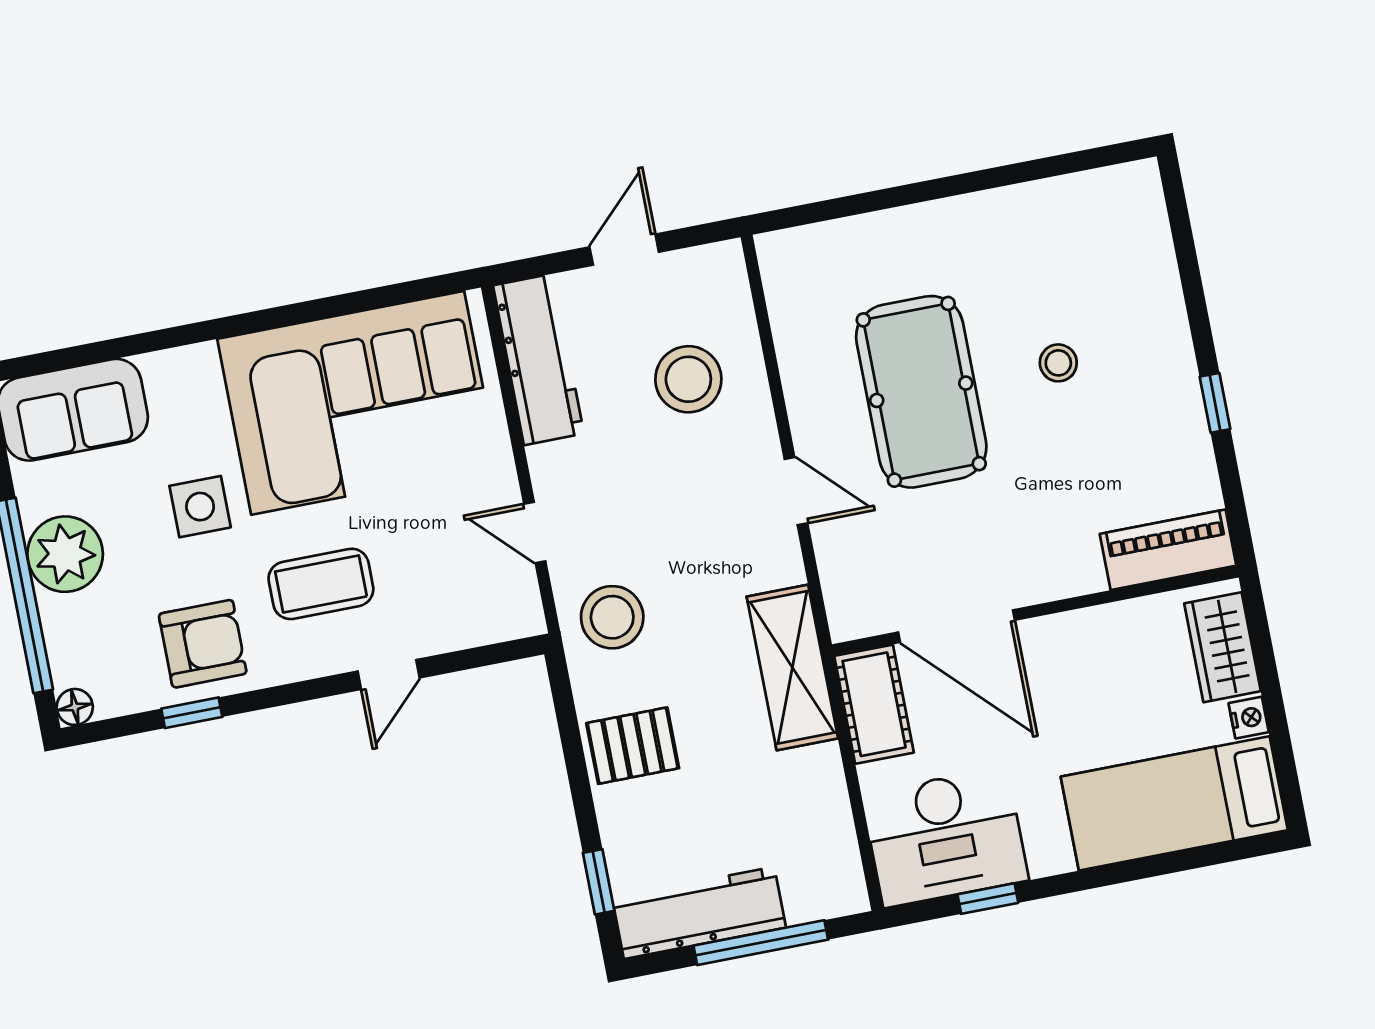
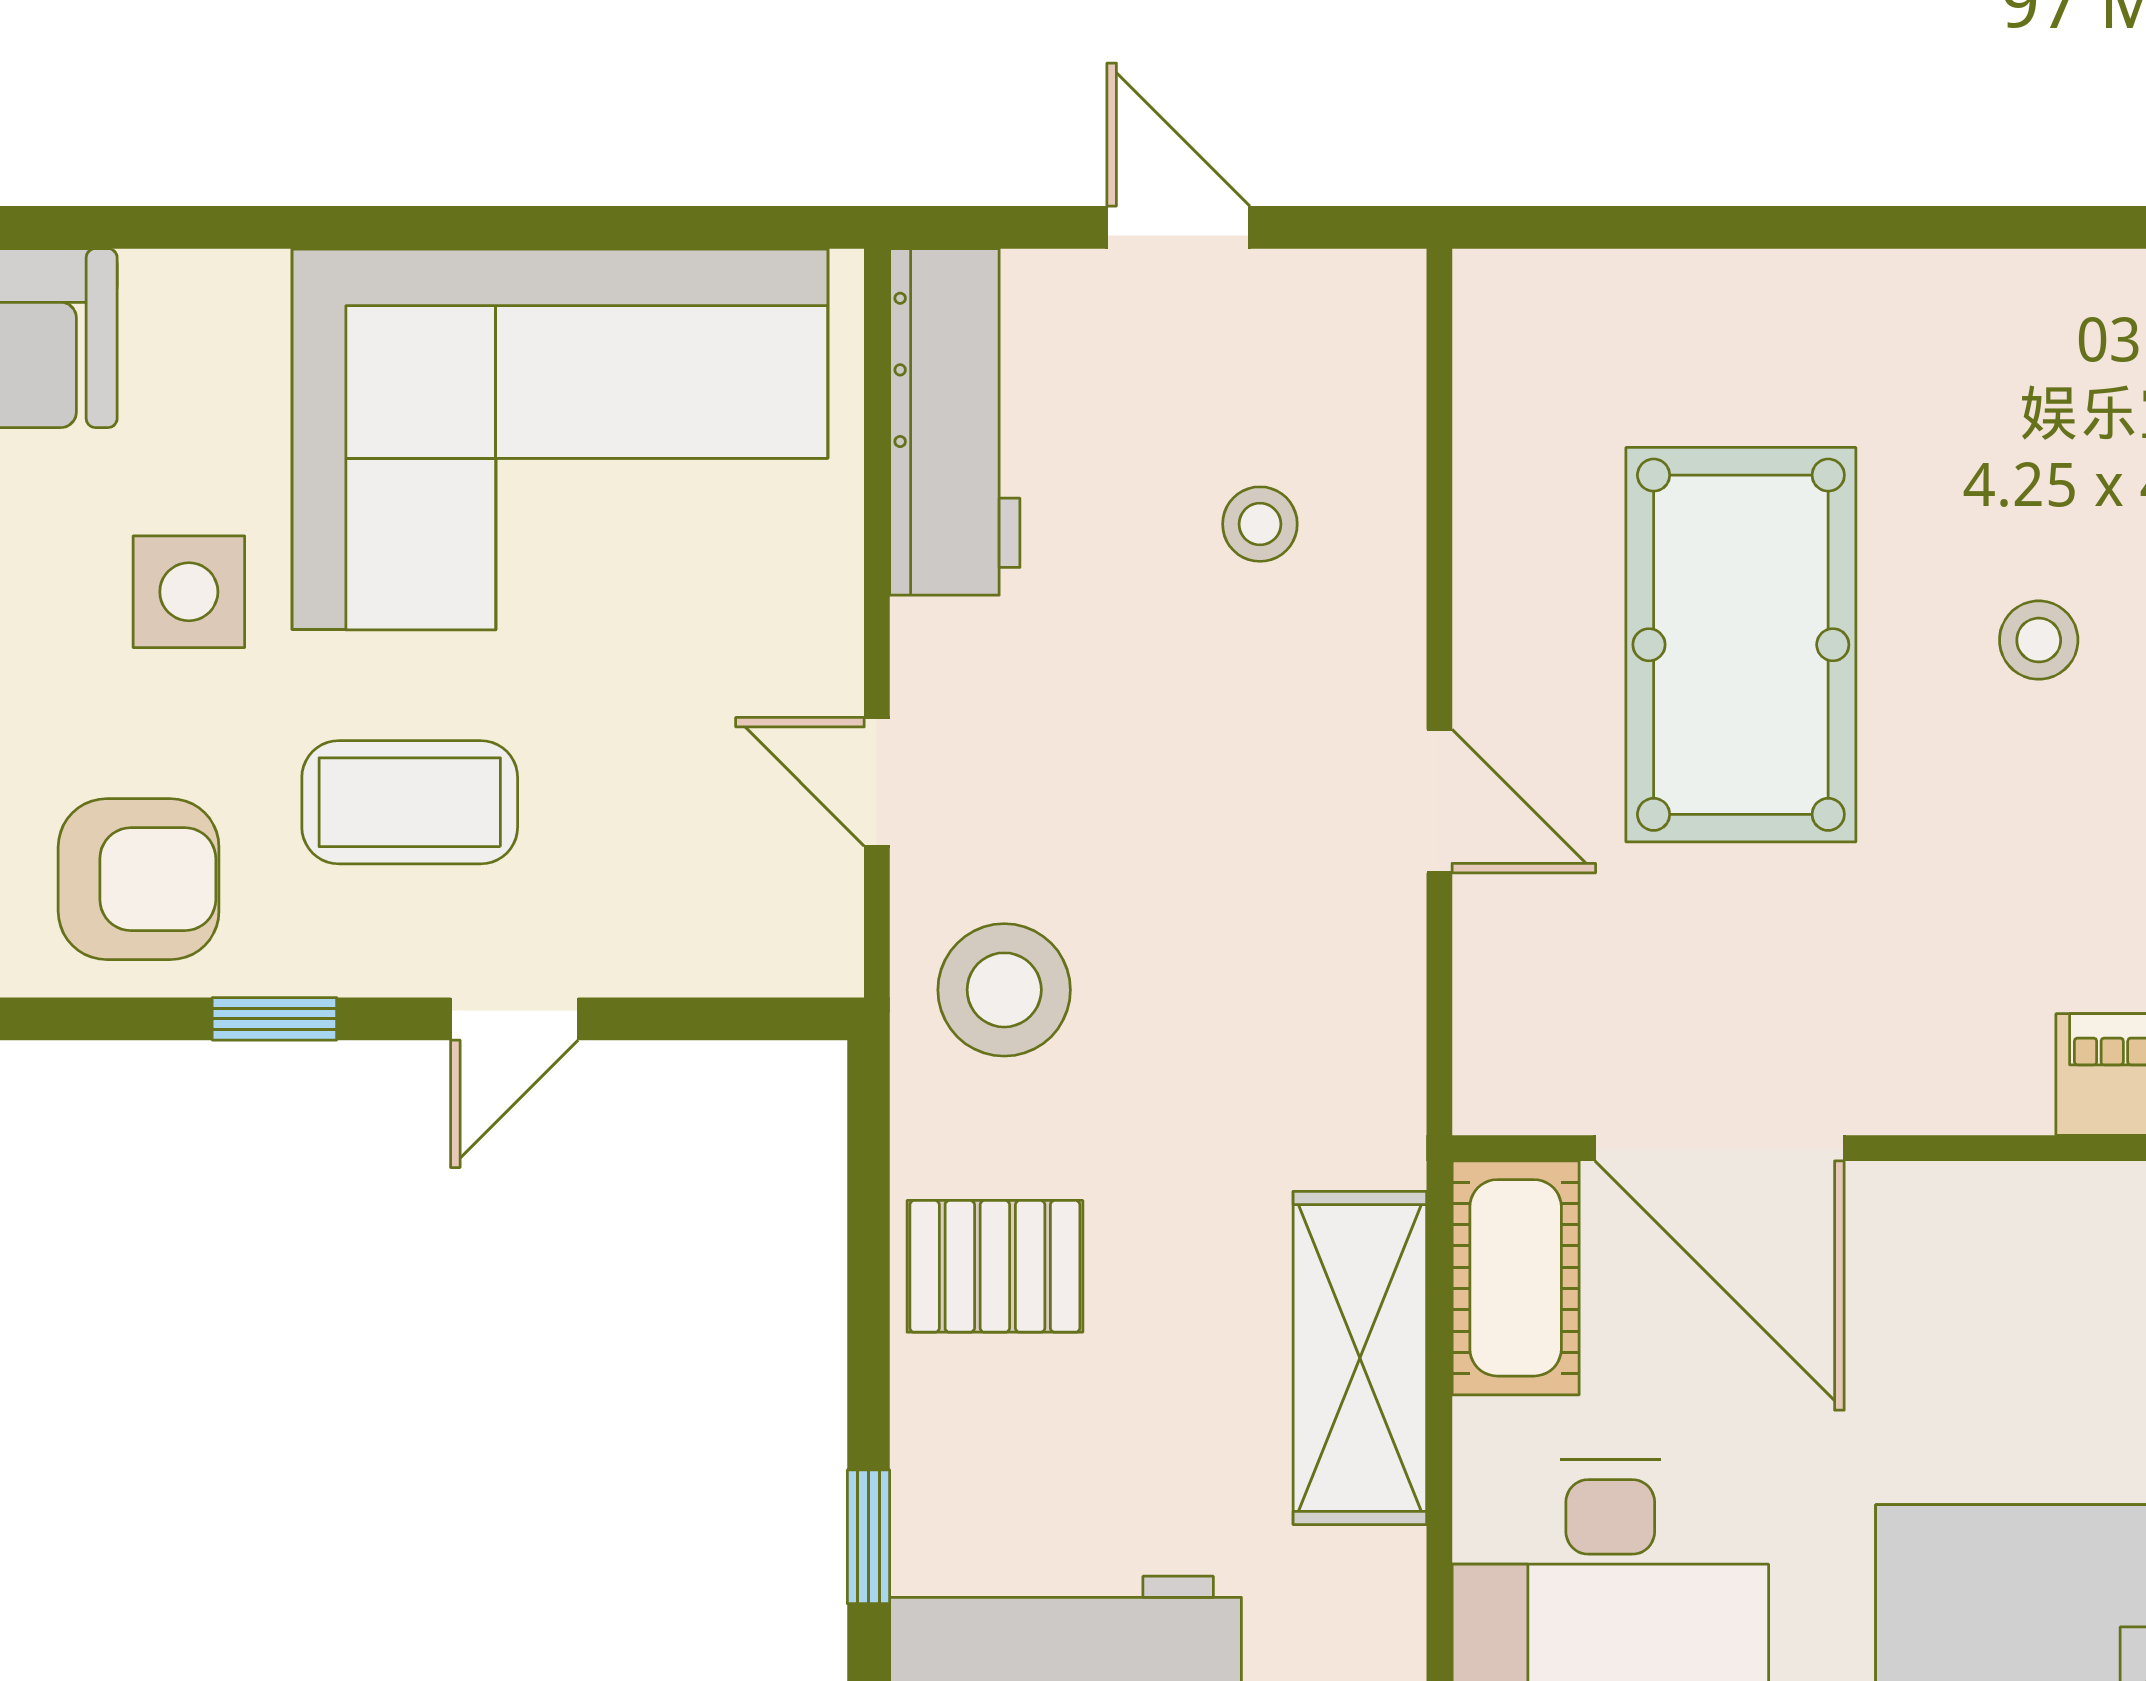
door: (624, 250) -> (1178, 227), hinge flipped
stool: (688, 379) -> (1260, 524), width x0.53, depth x0.53
shelving: (792, 667) -> (1360, 1358), moved
window: (192, 713) -> (274, 1019), moved

